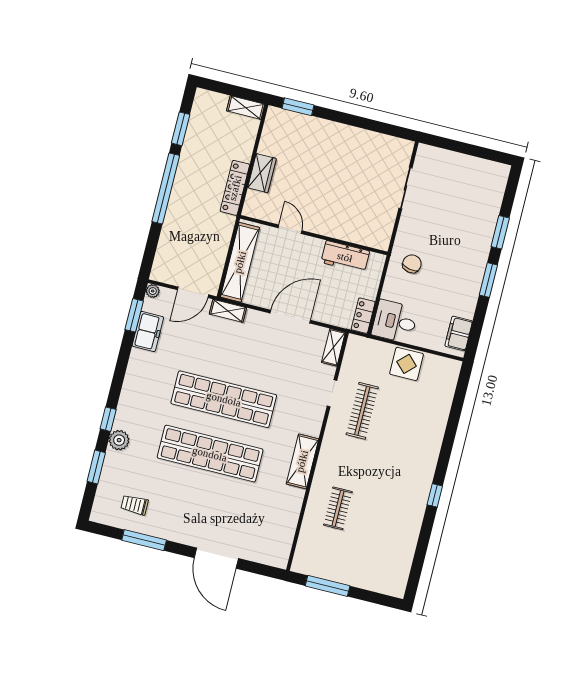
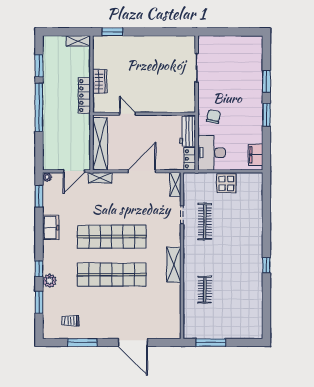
workbench: (345, 257) -> (188, 131), moved, turned 90
desk: (395, 321) -> (212, 153), width x1.37
freezer: (148, 332) -> (51, 228), moved

